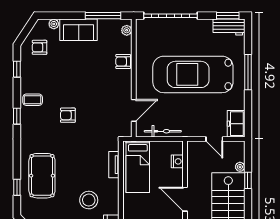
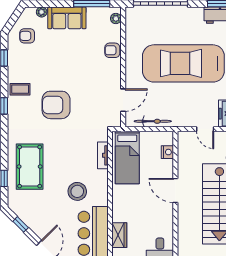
armchair: (68, 115) -> (56, 105), width x1.88, depth x1.88

